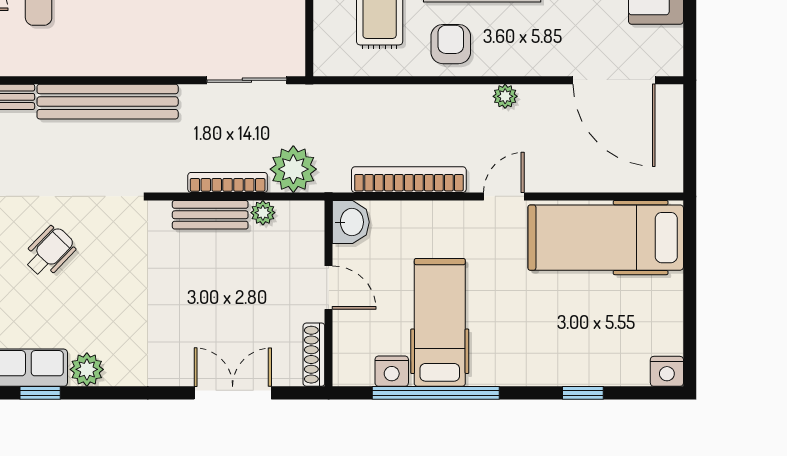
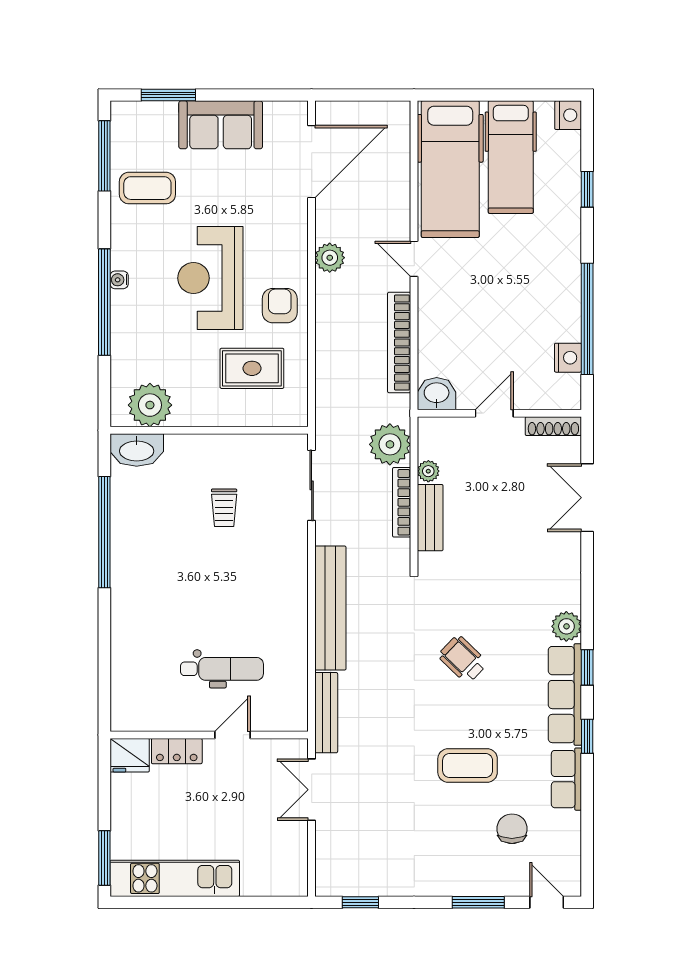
armchair: (451, 44) -> (280, 306), turned 90
plant: (505, 96) -> (330, 258), width x1.38, depth x1.38
hospital bed: (440, 322) -> (511, 157), moved, turned -90

